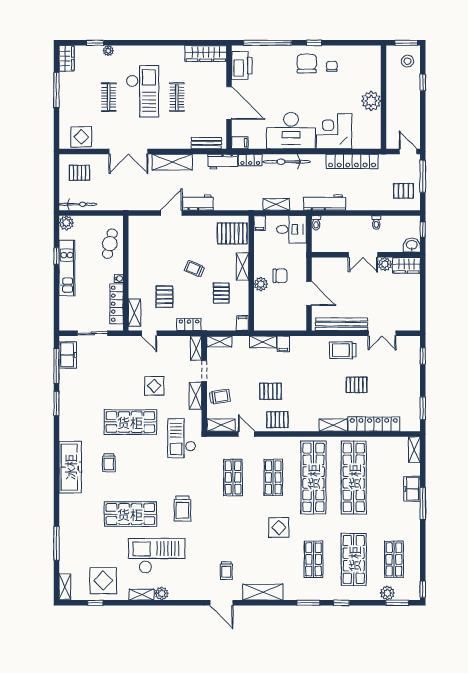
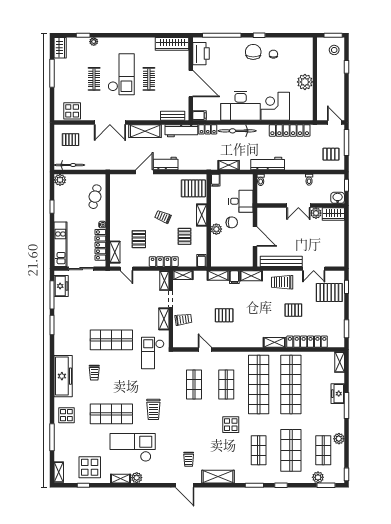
workbench: (223, 162) -> (181, 131), width x1.38
desk: (291, 229) -> (241, 201), moved
kitchen unit: (67, 268) -> (60, 244), moved
locker: (189, 325) -> (164, 262), width x1.53
display table: (154, 386) -> (66, 415), moved
pallet: (277, 420) -> (329, 293), moved, width x1.50, depth x1.42
shelving: (221, 425) -> (251, 276), moved
plant: (413, 545) -> (339, 439), added

